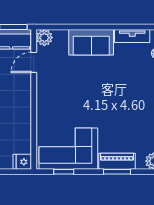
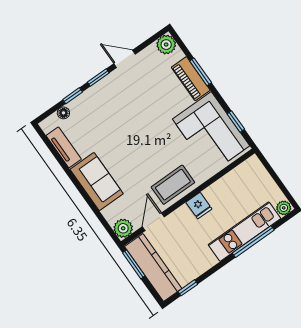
door: (34, 62) -> (153, 222), swing flipped
coffee table: (50, 95) -> (173, 185), added
fridge: (22, 162) -> (199, 206), moved

